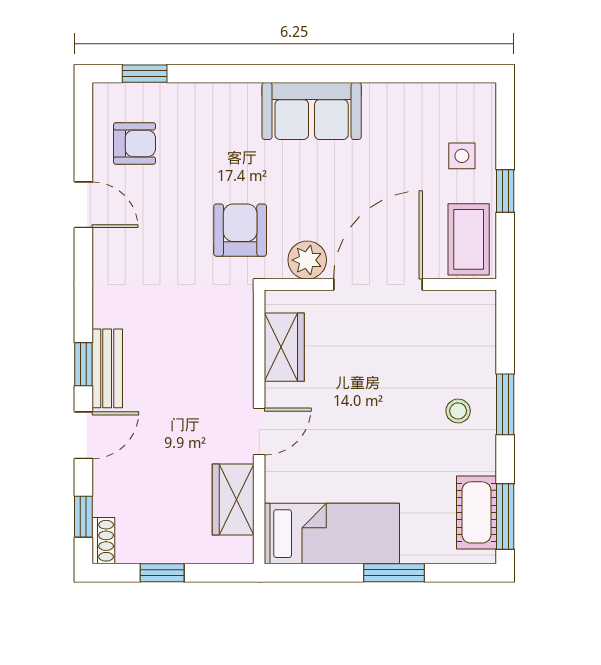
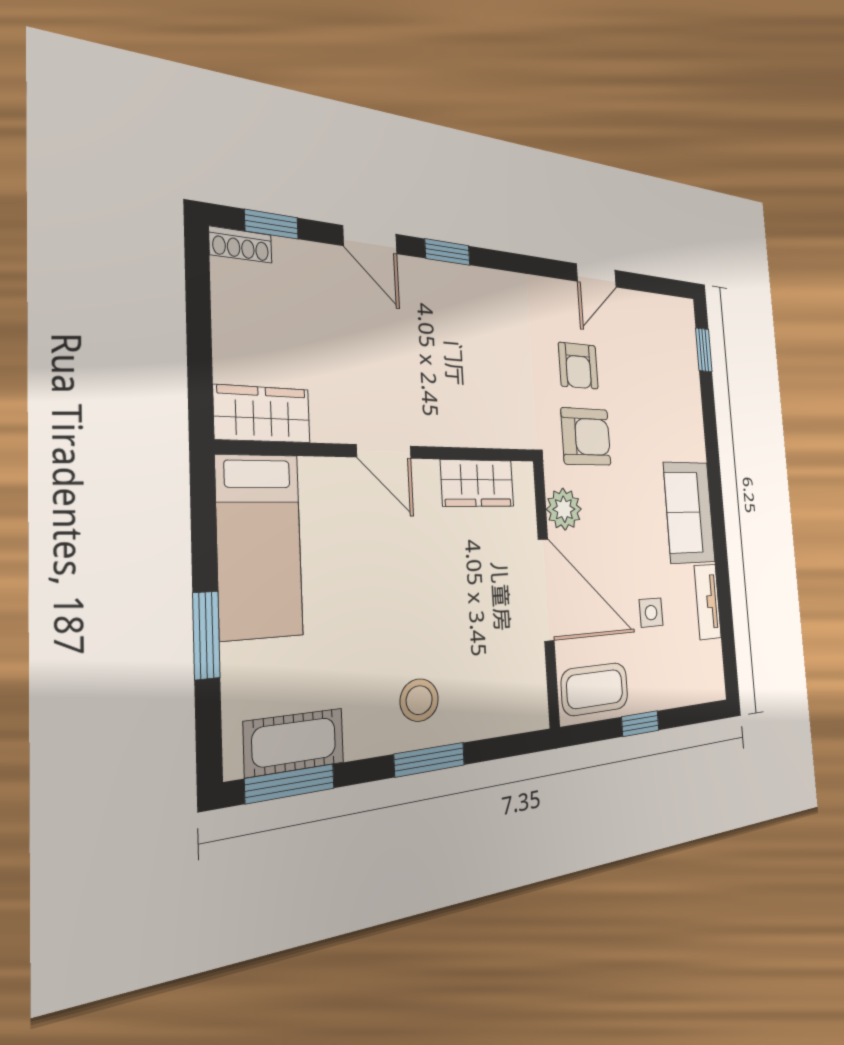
tv unit: (400, 96) -> (708, 602), added
armchair: (135, 143) -> (578, 366), moved
side table: (462, 156) -> (651, 613), moved
bench: (107, 368) -> (445, 278), removed
stool: (458, 411) -> (419, 700), width x1.37, depth x1.37
wardrobe: (233, 499) -> (262, 414), moved
window: (162, 573) -> (199, 316), removed

